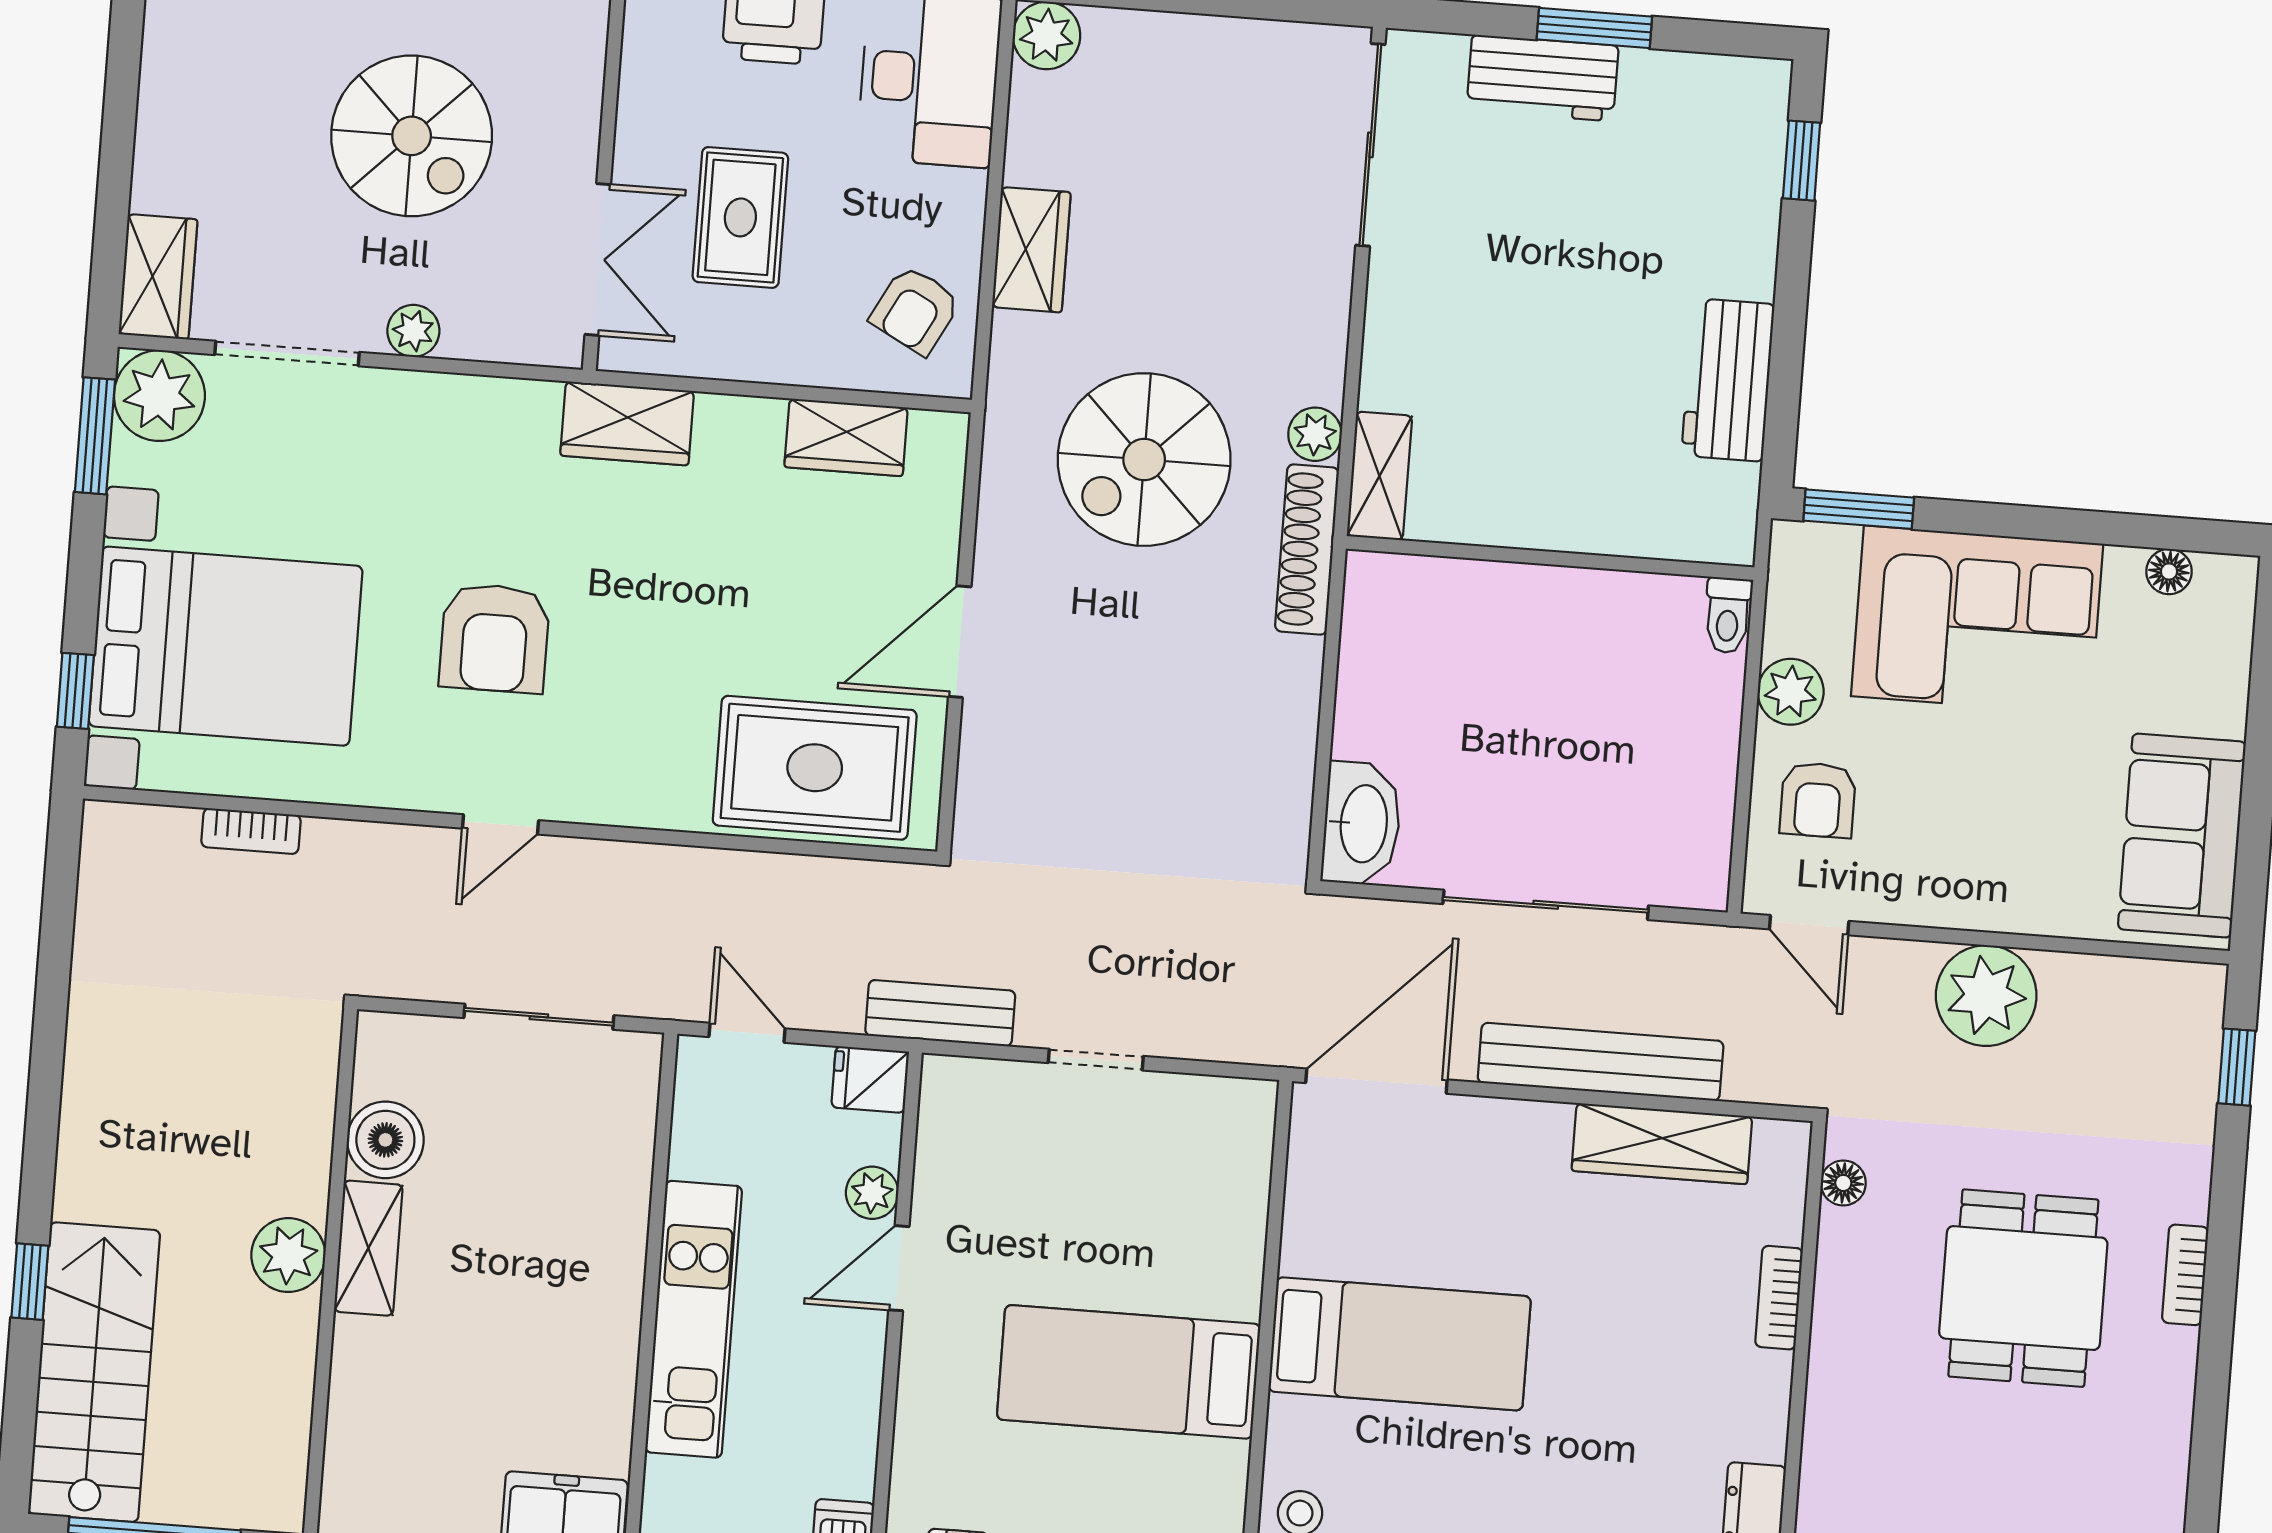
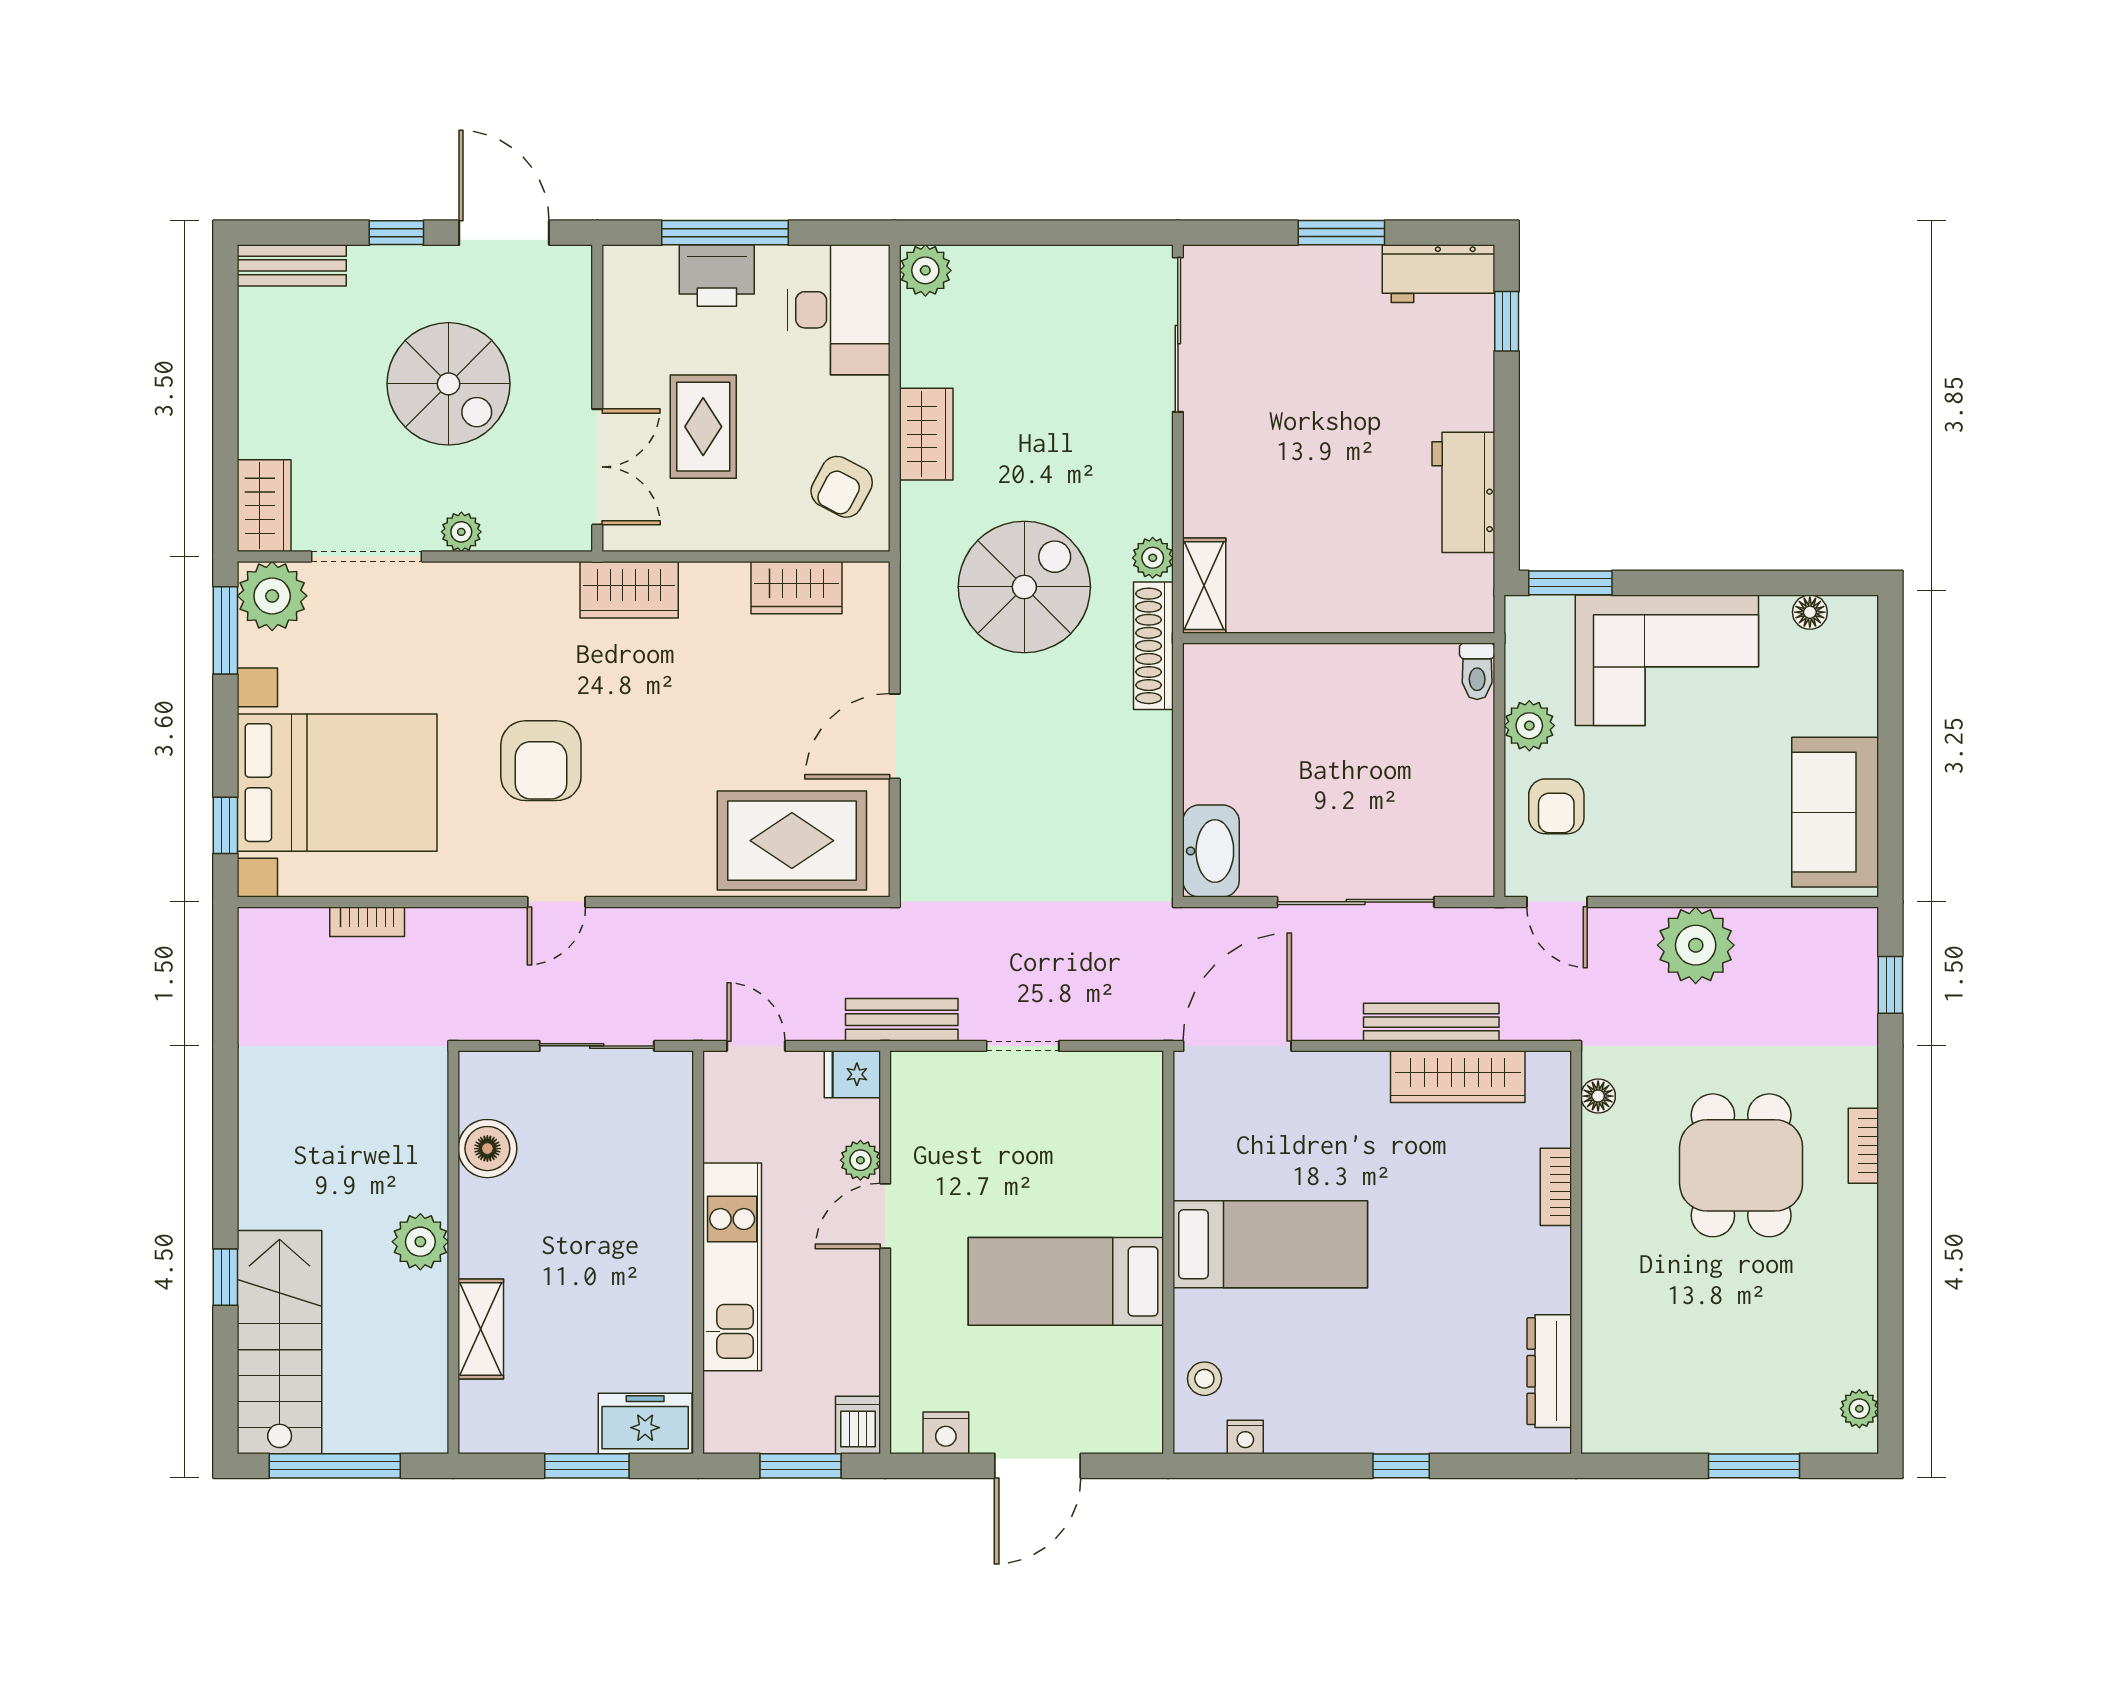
workbench: (1543, 78) -> (1438, 274), moved
spiral stairs: (1144, 460) -> (1024, 587), turned 180
bench: (1601, 1062) -> (1431, 1022), width x0.73, depth x0.82
shelving: (368, 1248) -> (481, 1329), moved

